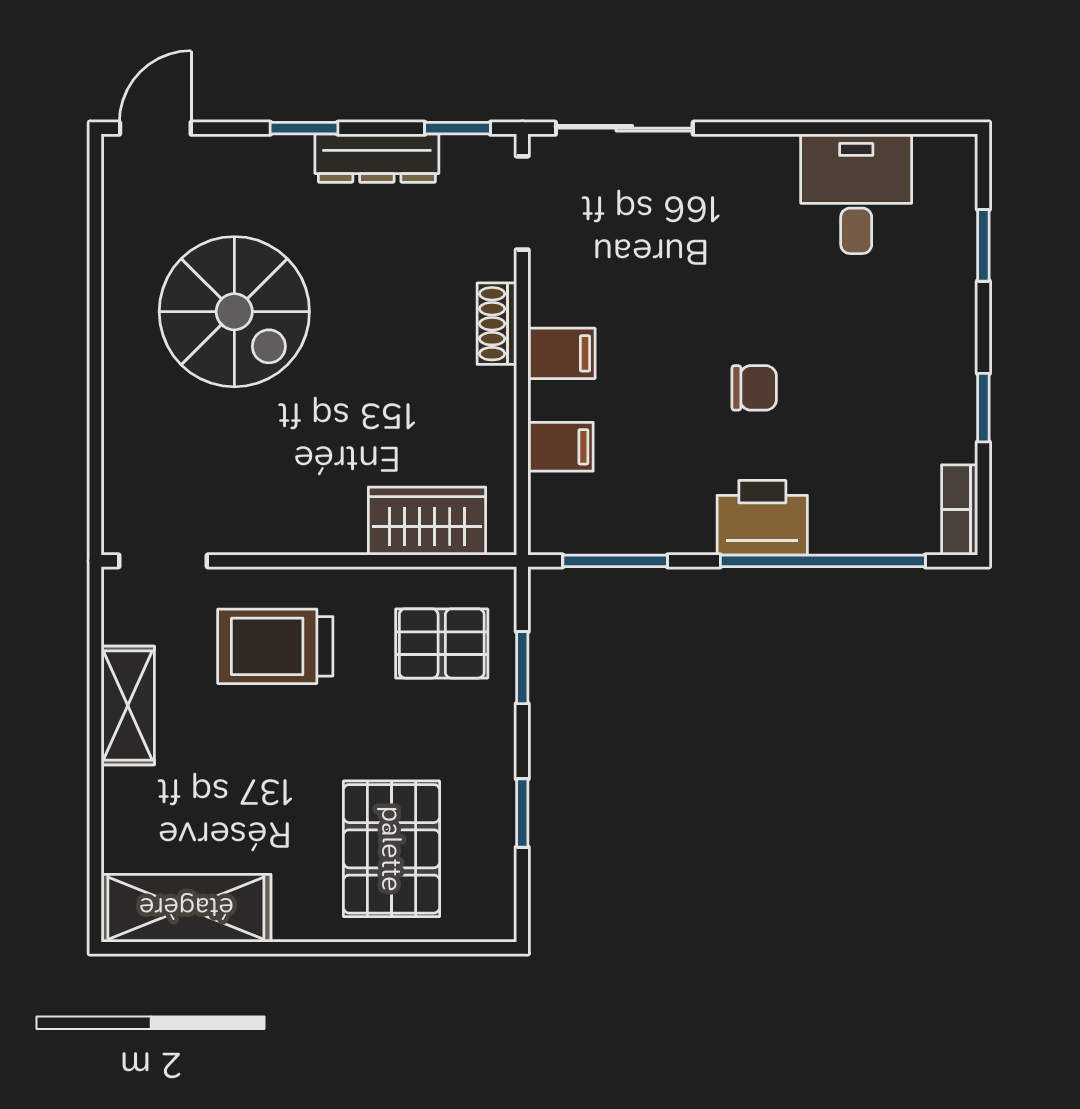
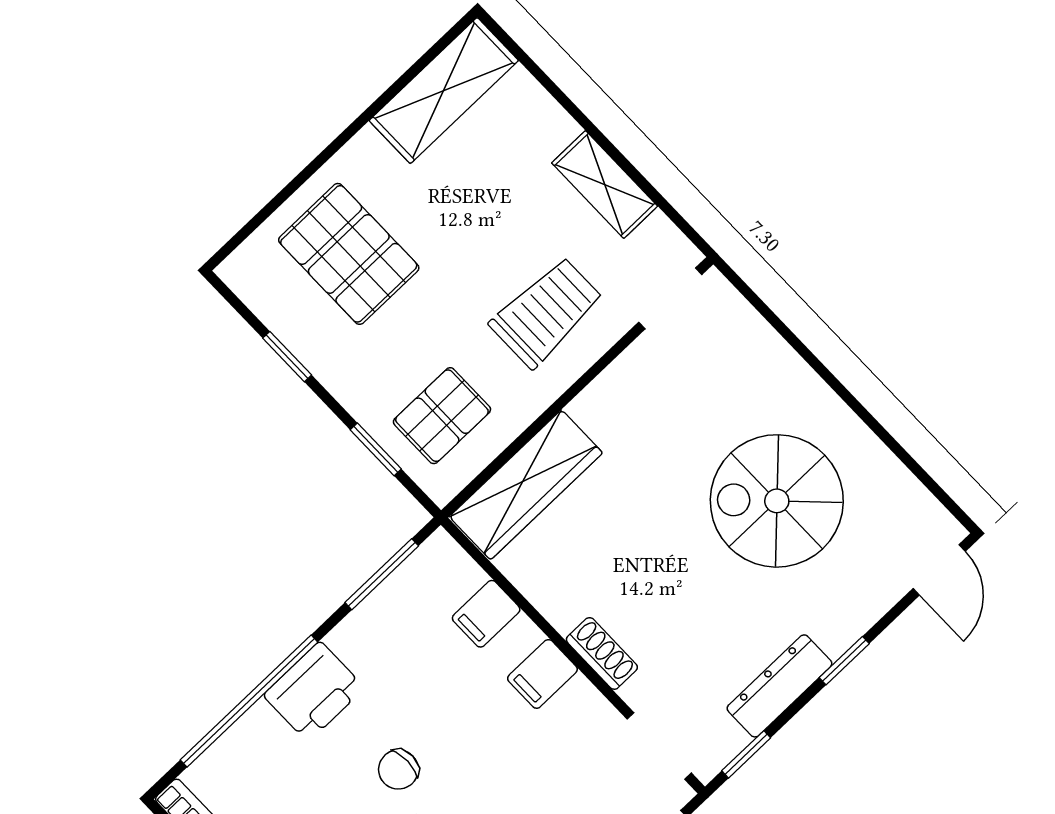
wardrobe: (427, 521) -> (526, 485), width x1.50

